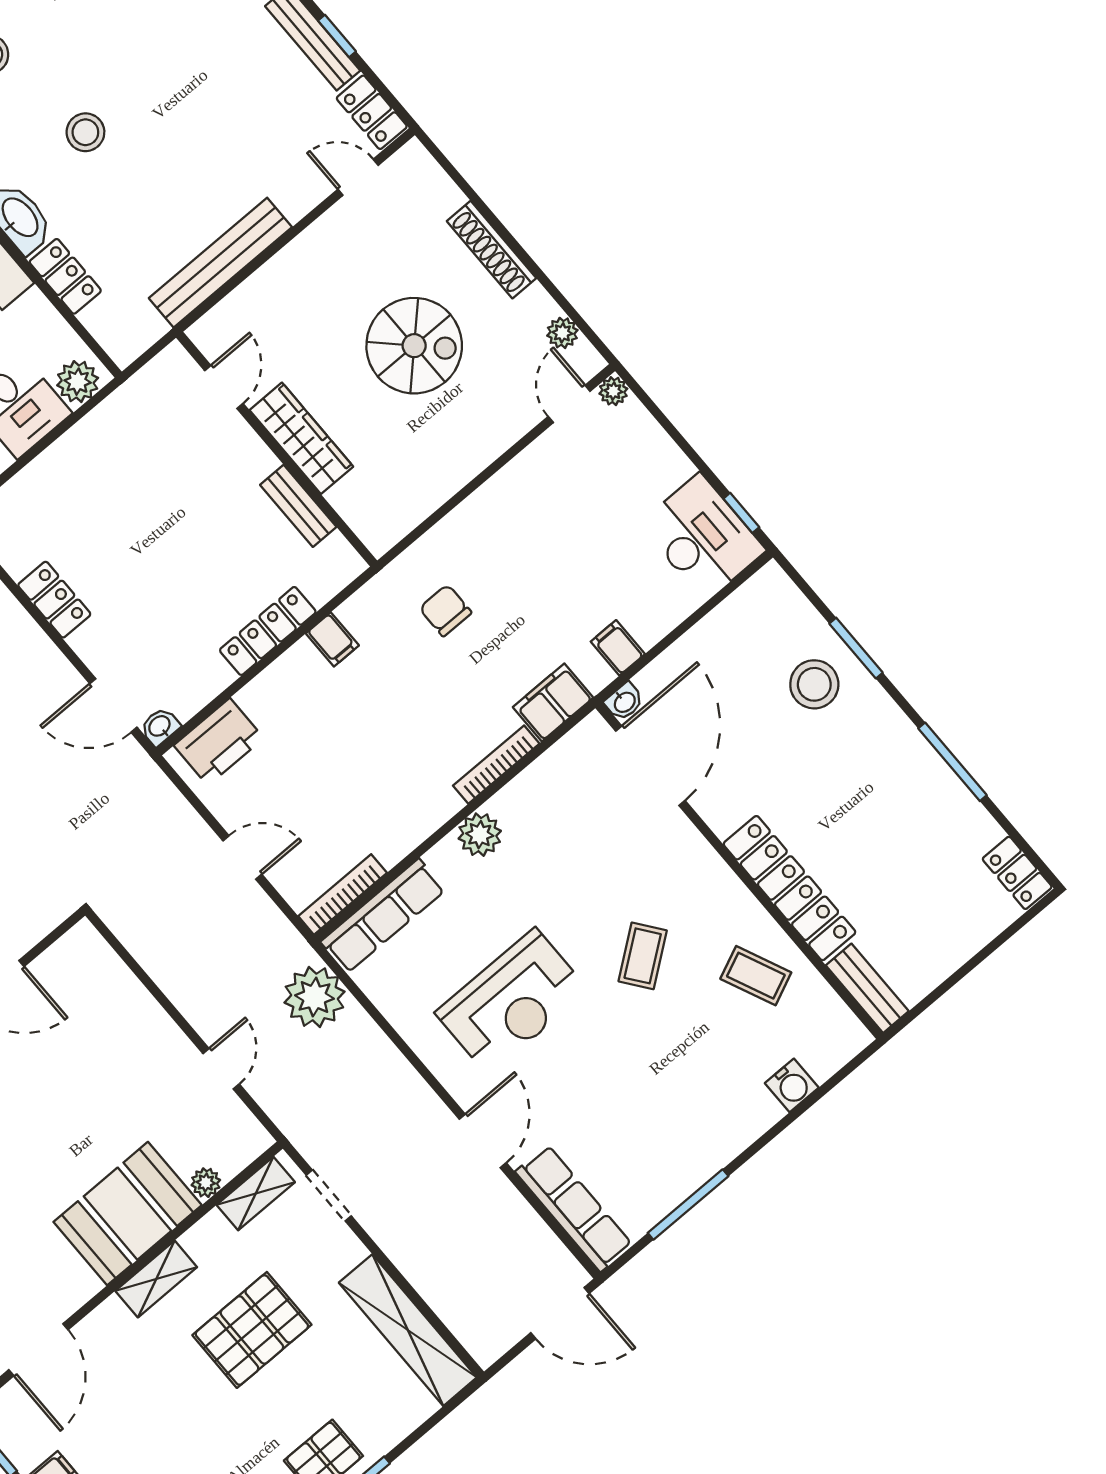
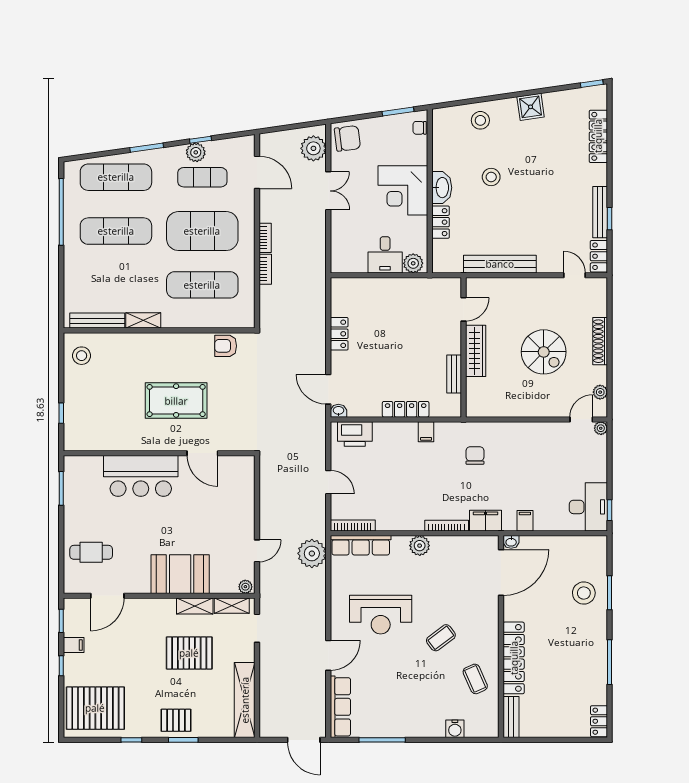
plant: (206, 1183) -> (245, 587), moved
shelving: (156, 1279) -> (195, 606), moved

